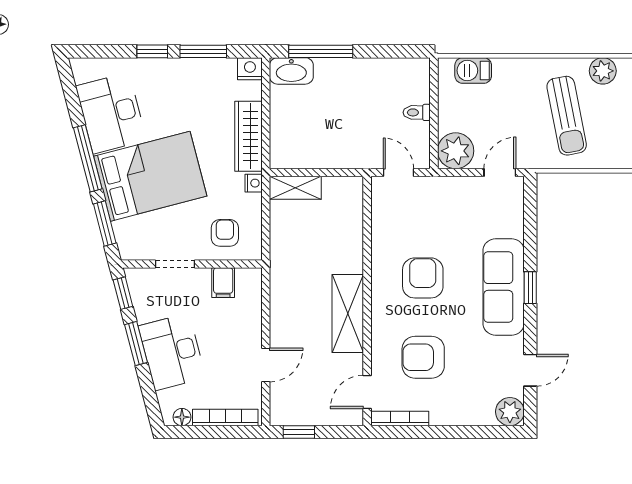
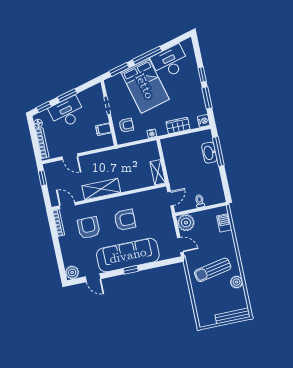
washbasin: (291, 71) -> (209, 153), moved
wardrobe: (249, 136) -> (178, 126), width x0.67
shelving: (295, 188) -> (158, 172), moved
sofa: (504, 287) -> (128, 255), width x1.36, depth x1.27
window: (123, 293) -> (44, 107), moved

